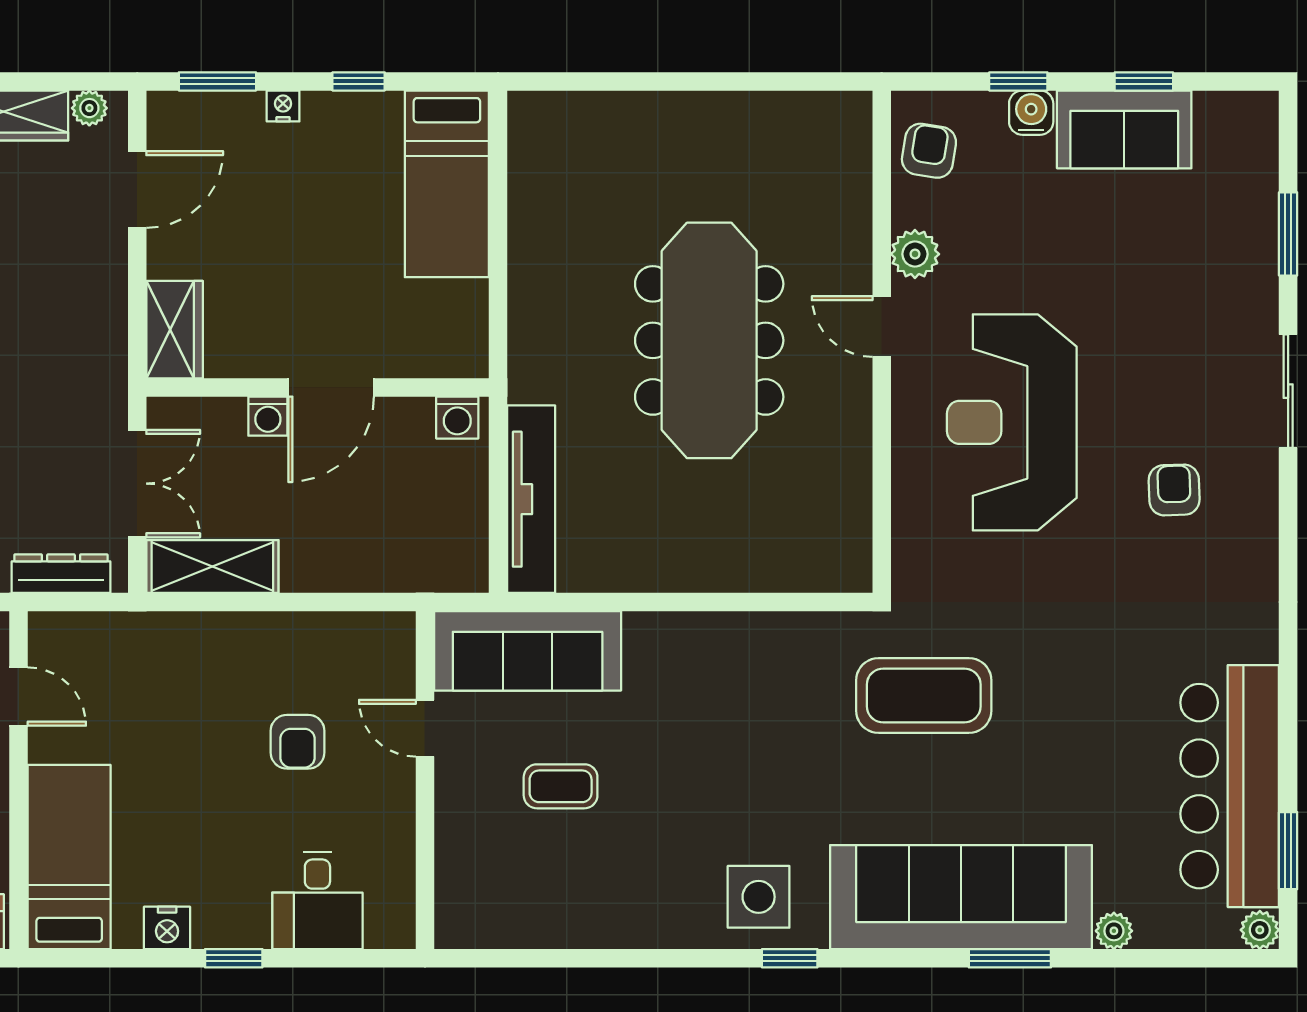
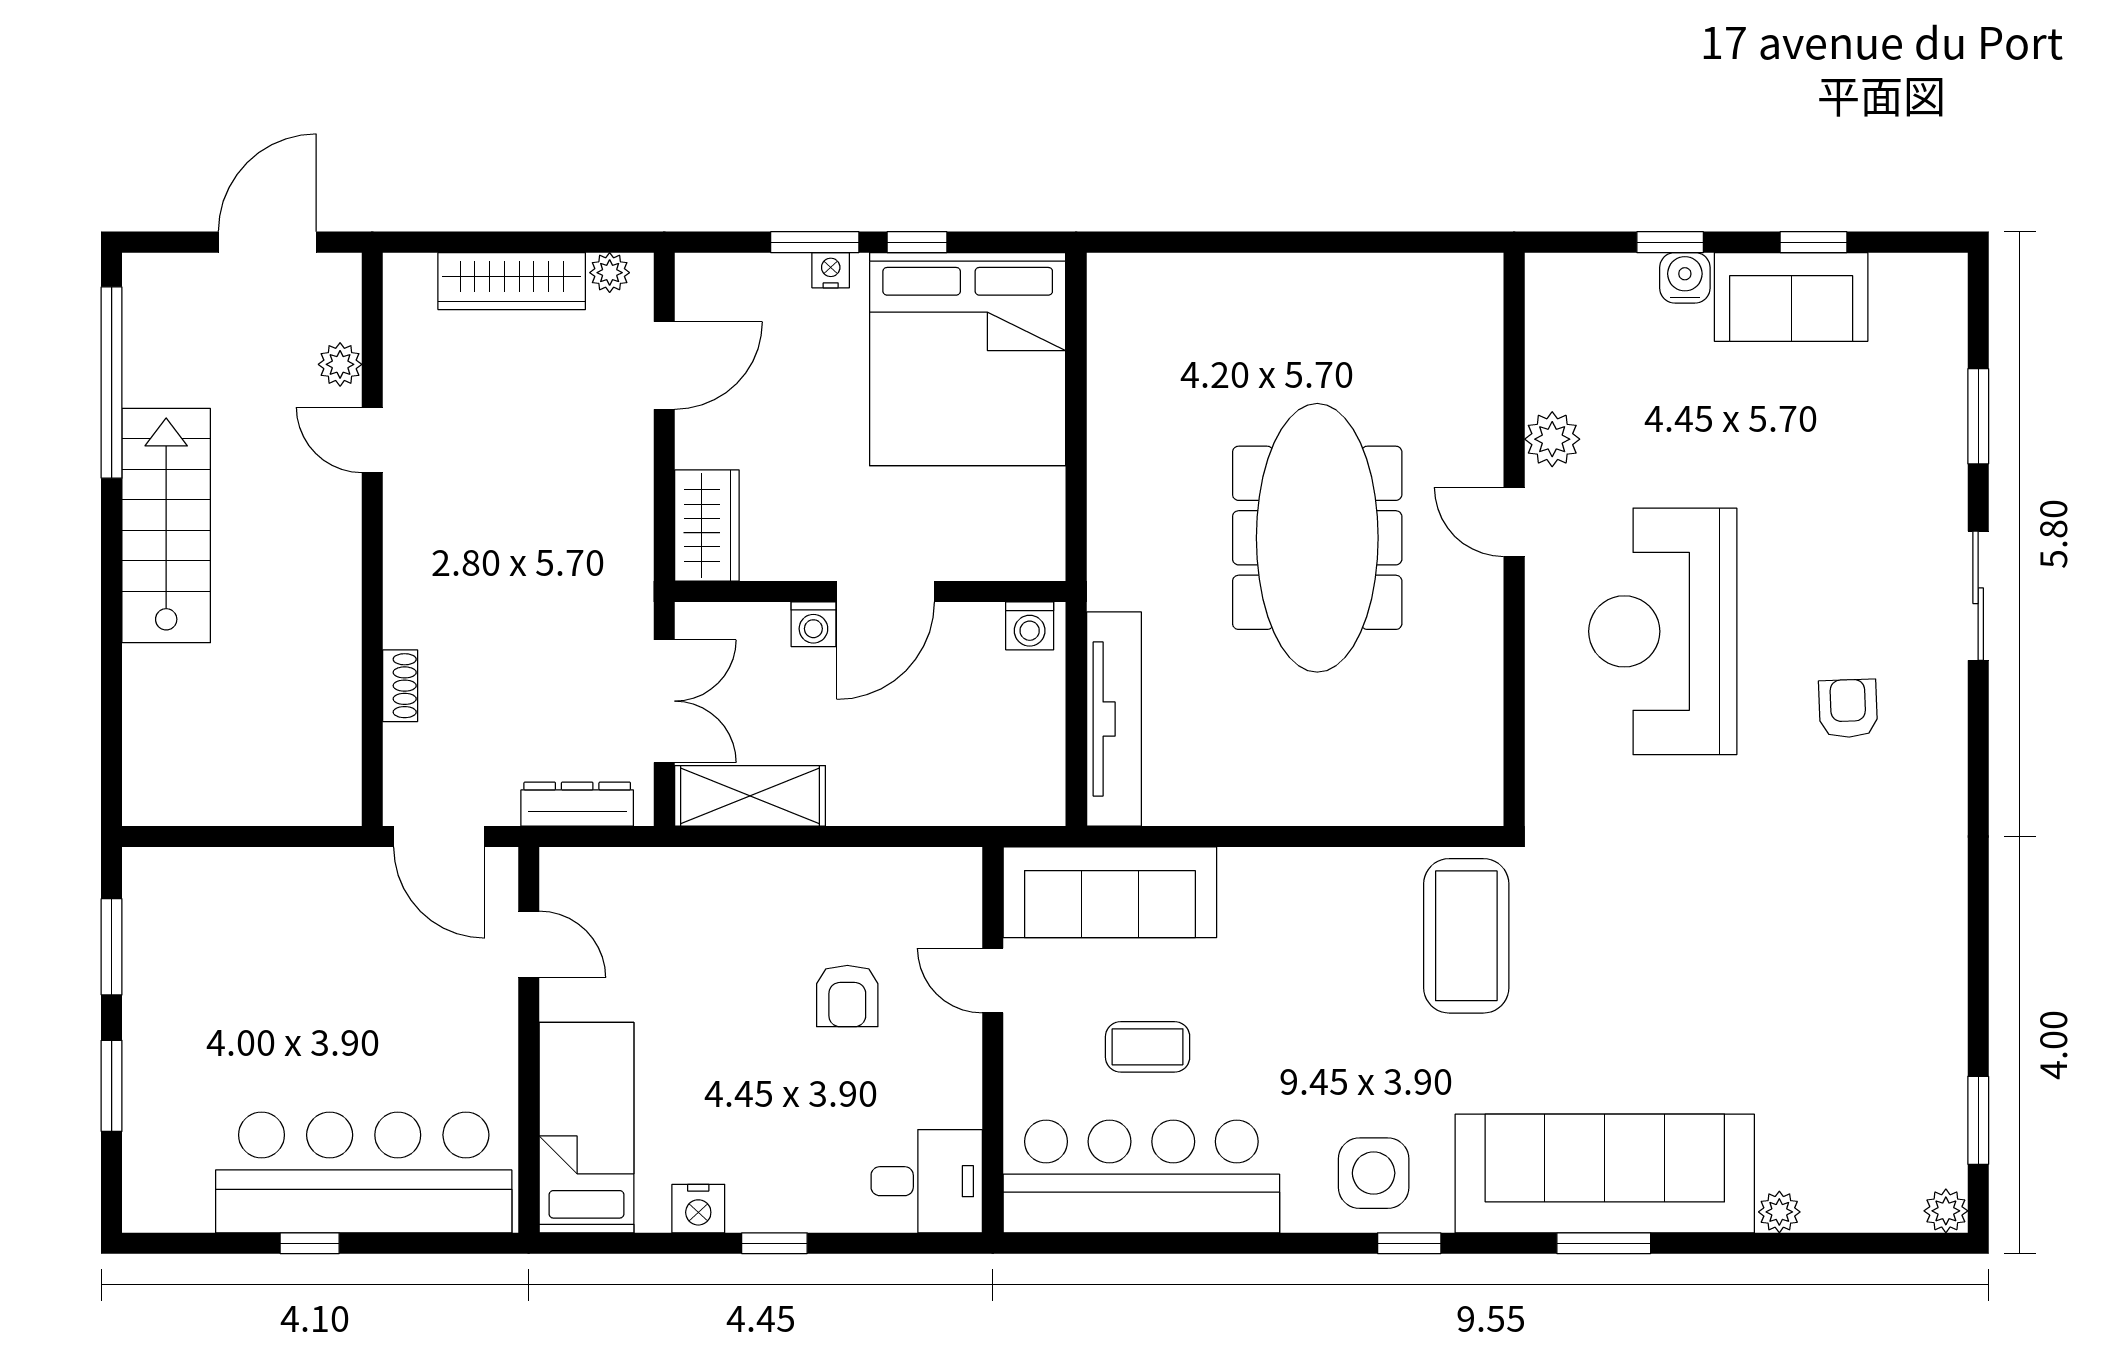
window: (217, 81) -> (815, 242), moved
armchair: (929, 151) -> (1568, 321), removed
bed: (447, 184) -> (968, 359), width x2.04
coffee table: (924, 695) -> (1466, 936), moved, turned 90
bar counter: (1230, 786) -> (1141, 1176), moved, turned 90
desk: (317, 900) -> (927, 1181), moved, turned -90
window: (1010, 958) -> (1604, 1243), moved

